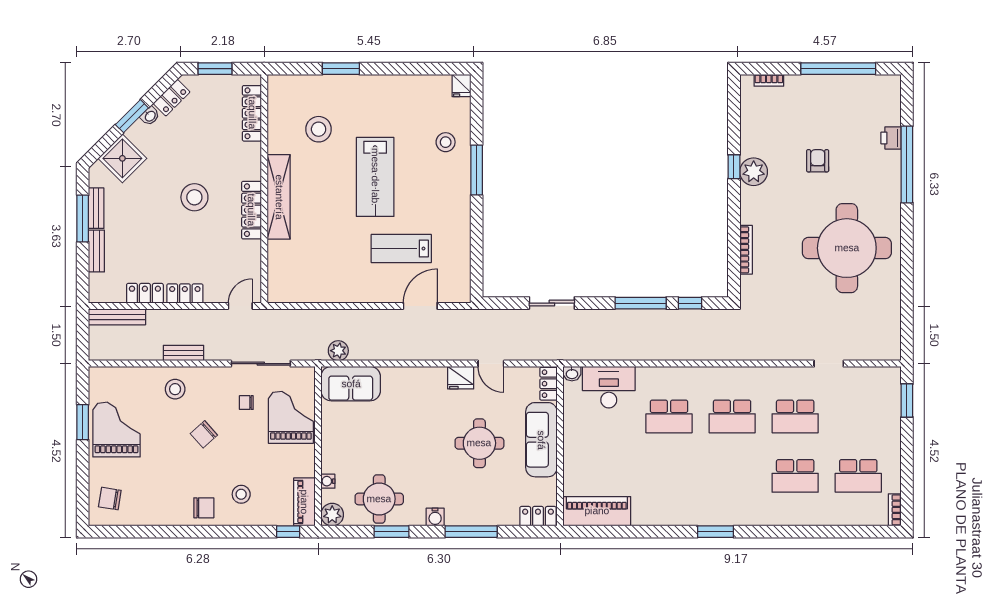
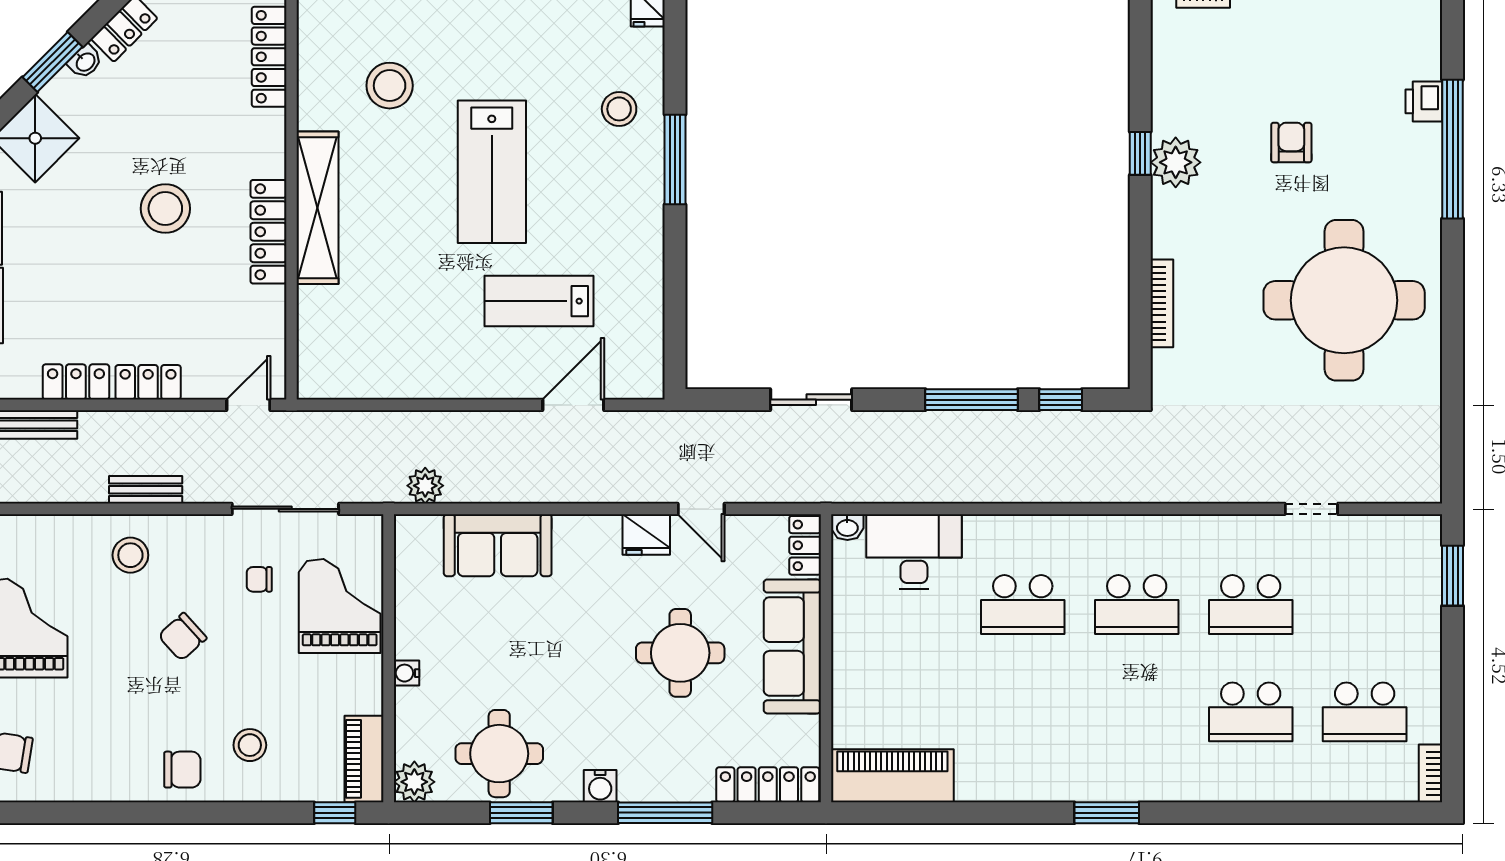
sofa: (351, 384) -> (498, 545), moved
water cooler: (328, 481) -> (406, 673), moved
locker: (538, 516) -> (768, 785), width x1.53

